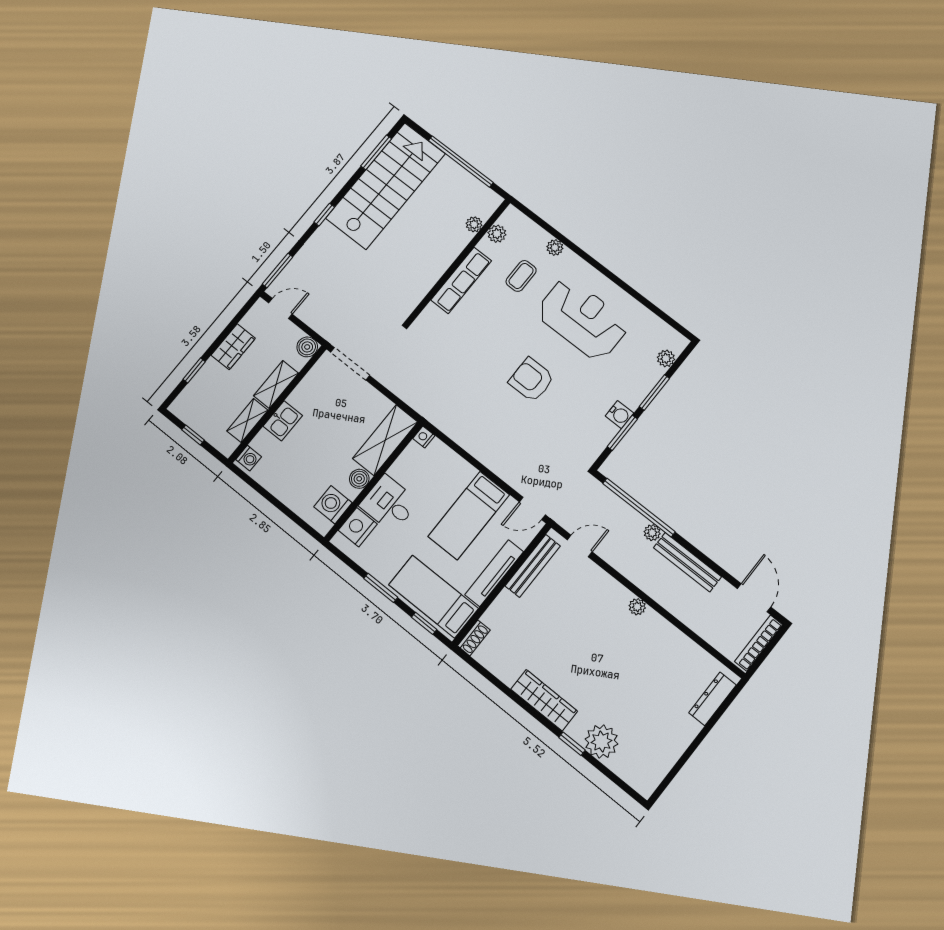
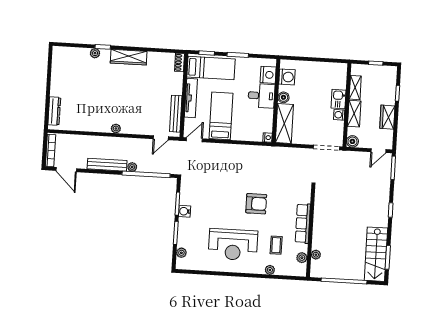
stairs: (385, 186) -> (376, 254), width x0.73, depth x0.66
armchair: (531, 380) -> (256, 204), moved
washing machine: (249, 458) -> (339, 115), moved
plant: (601, 741) -> (95, 53), width x0.53, depth x0.53

